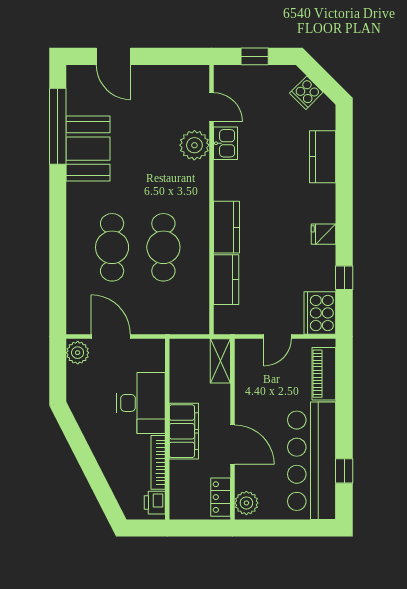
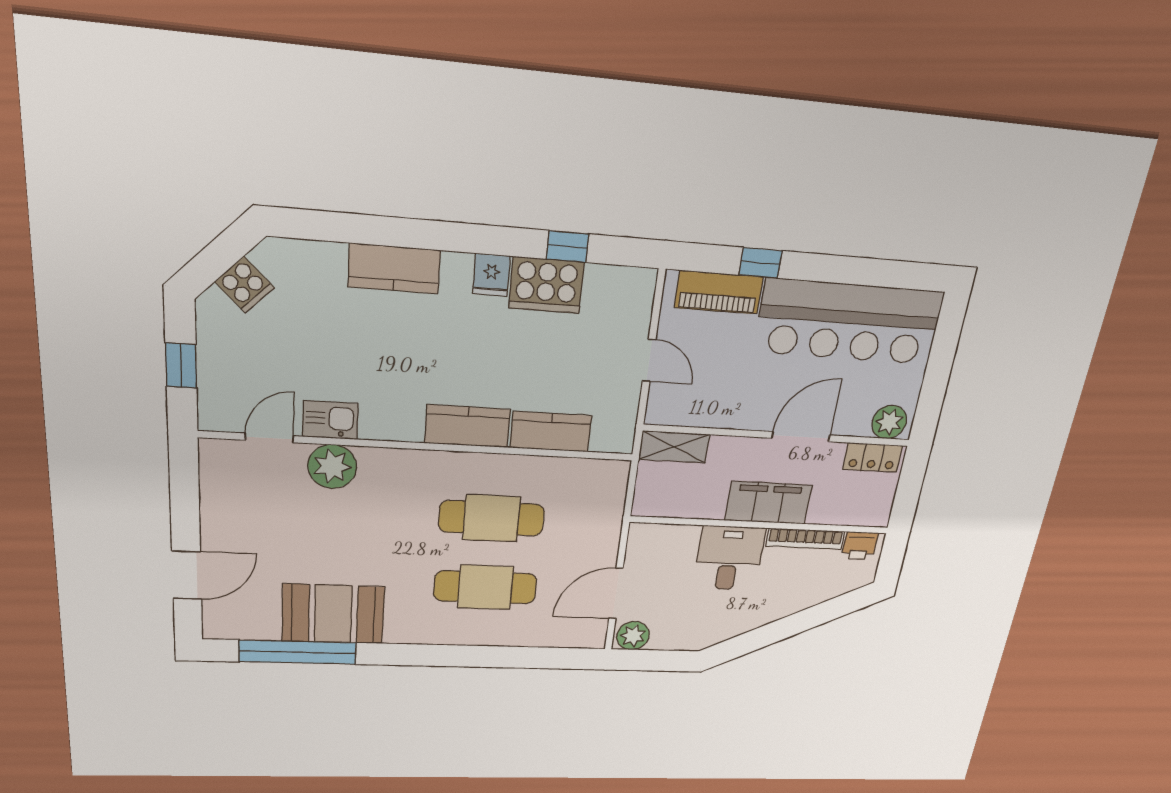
kitchen counter: (323, 157) -> (394, 269), moved
cooker: (320, 313) -> (546, 285), moved
desk: (141, 403) -> (729, 558), width x0.73
window: (344, 471) -> (760, 263), moved

